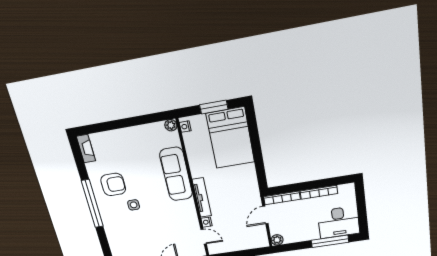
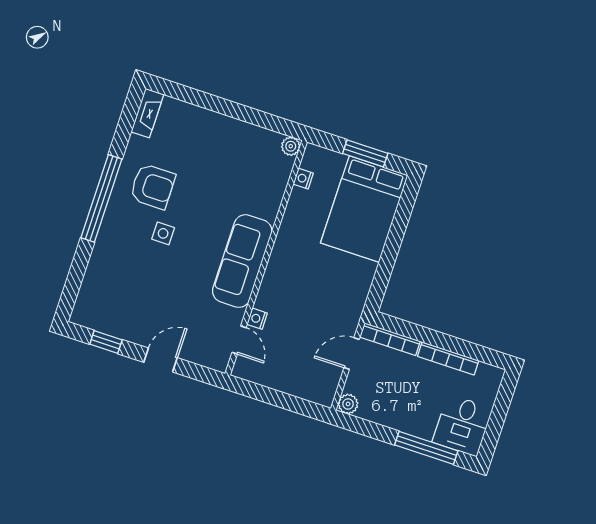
nightstand: (185, 127) -> (303, 179), moved
sofa: (176, 174) -> (242, 261), moved
tv unit: (202, 198) -> (273, 276), removed
desk: (339, 222) -> (462, 425), width x0.73

